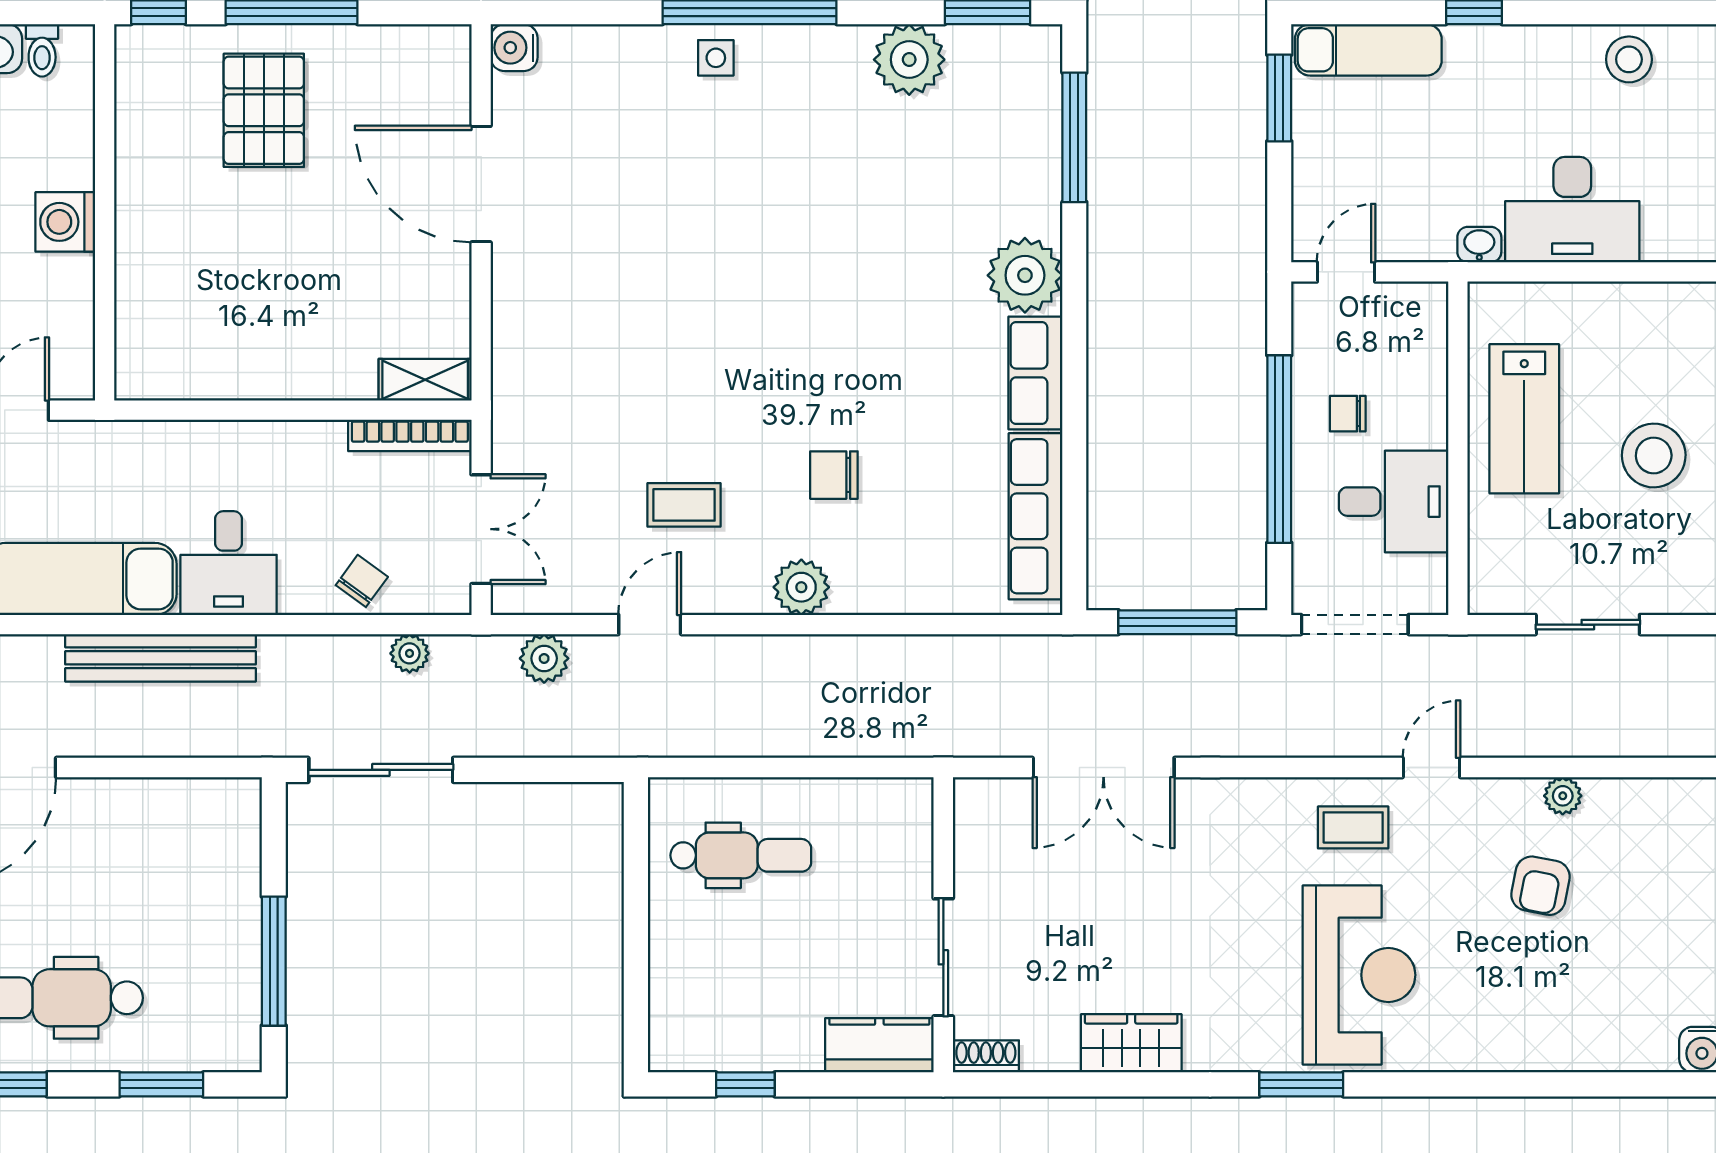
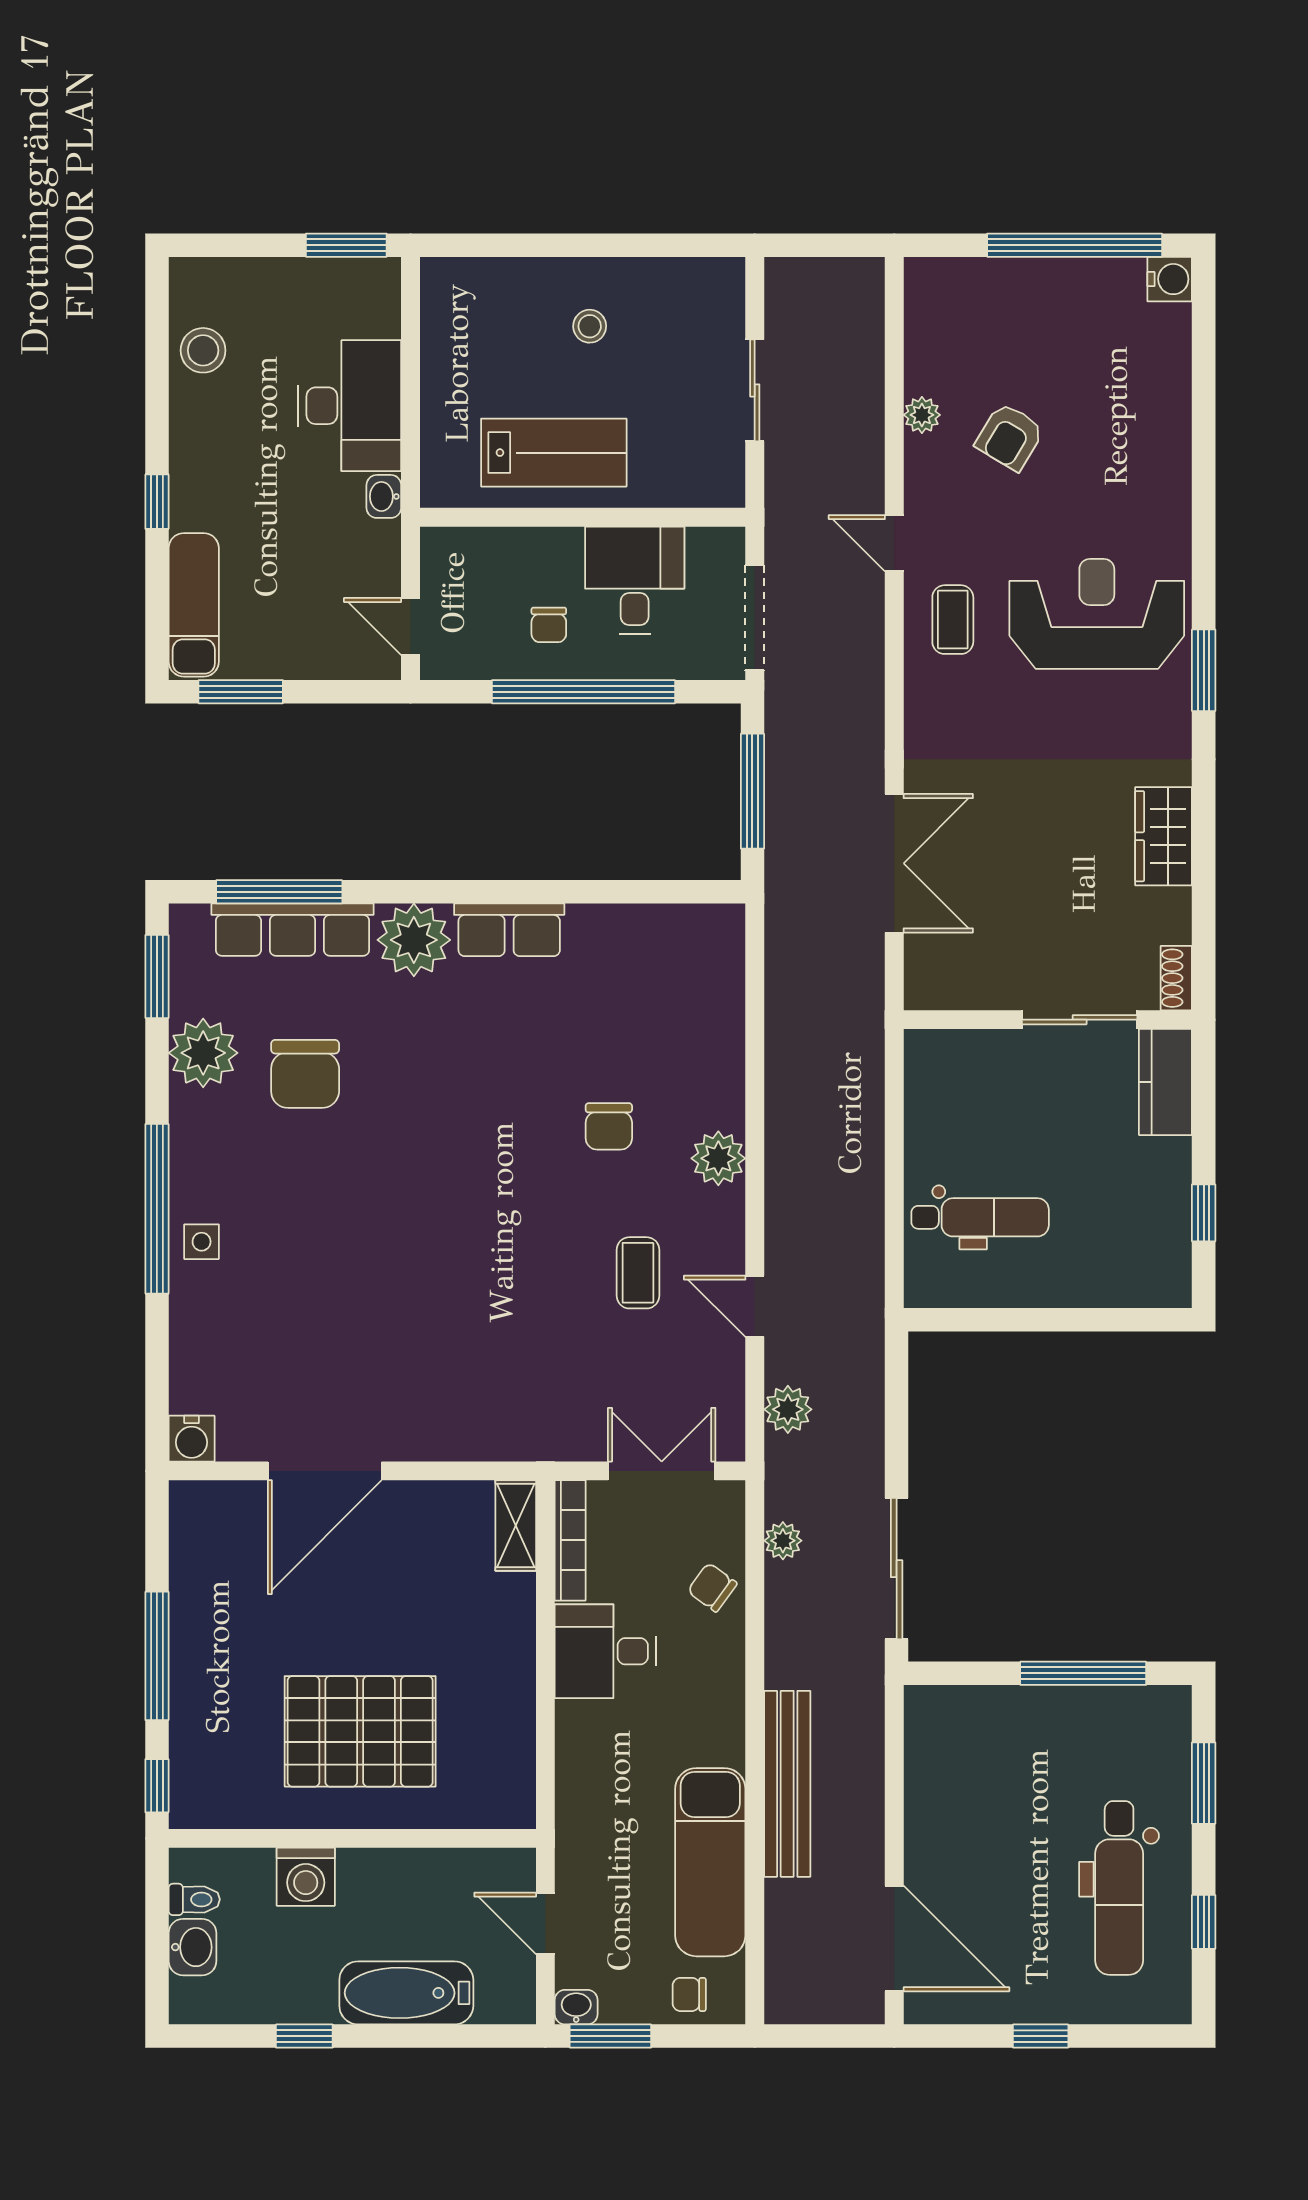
pallet: (264, 110) -> (360, 1731), moved, width x1.37, depth x1.41
chair: (888, 164) -> (305, 1074), added
washing machine: (65, 222) -> (306, 1877), moved
stool: (1654, 455) -> (590, 326), width x0.53, depth x0.53
row of seats: (1036, 516) -> (292, 930), moved
desk: (229, 563) -> (605, 1651), moved, turned 180
dental chair: (741, 855) -> (980, 1217), turned 90
armchair: (1541, 886) -> (1010, 437), turned 110

